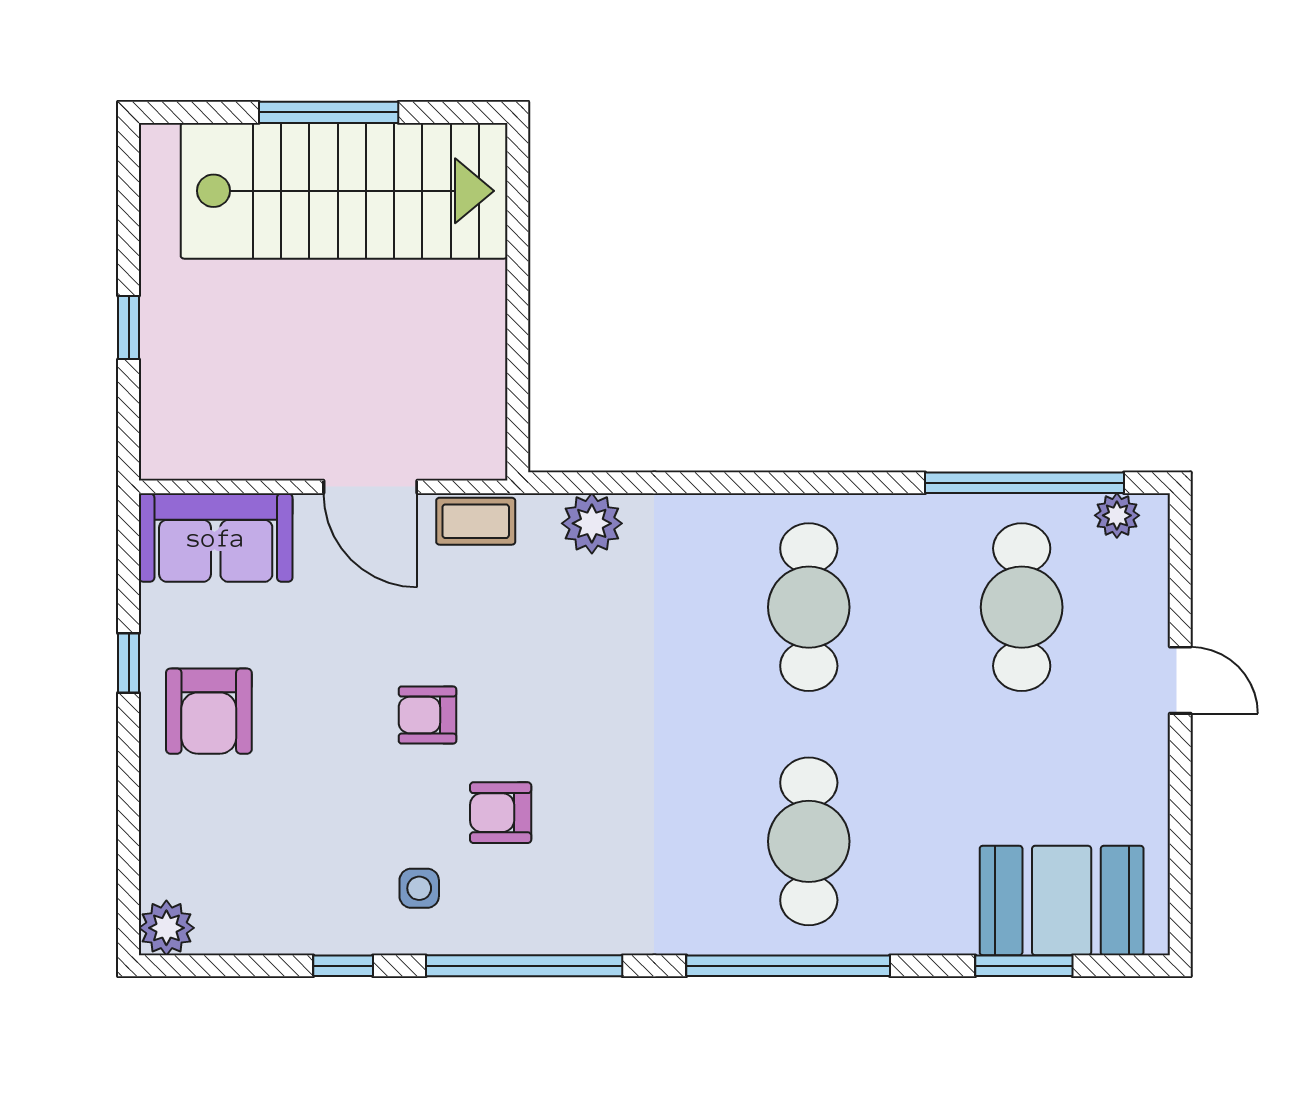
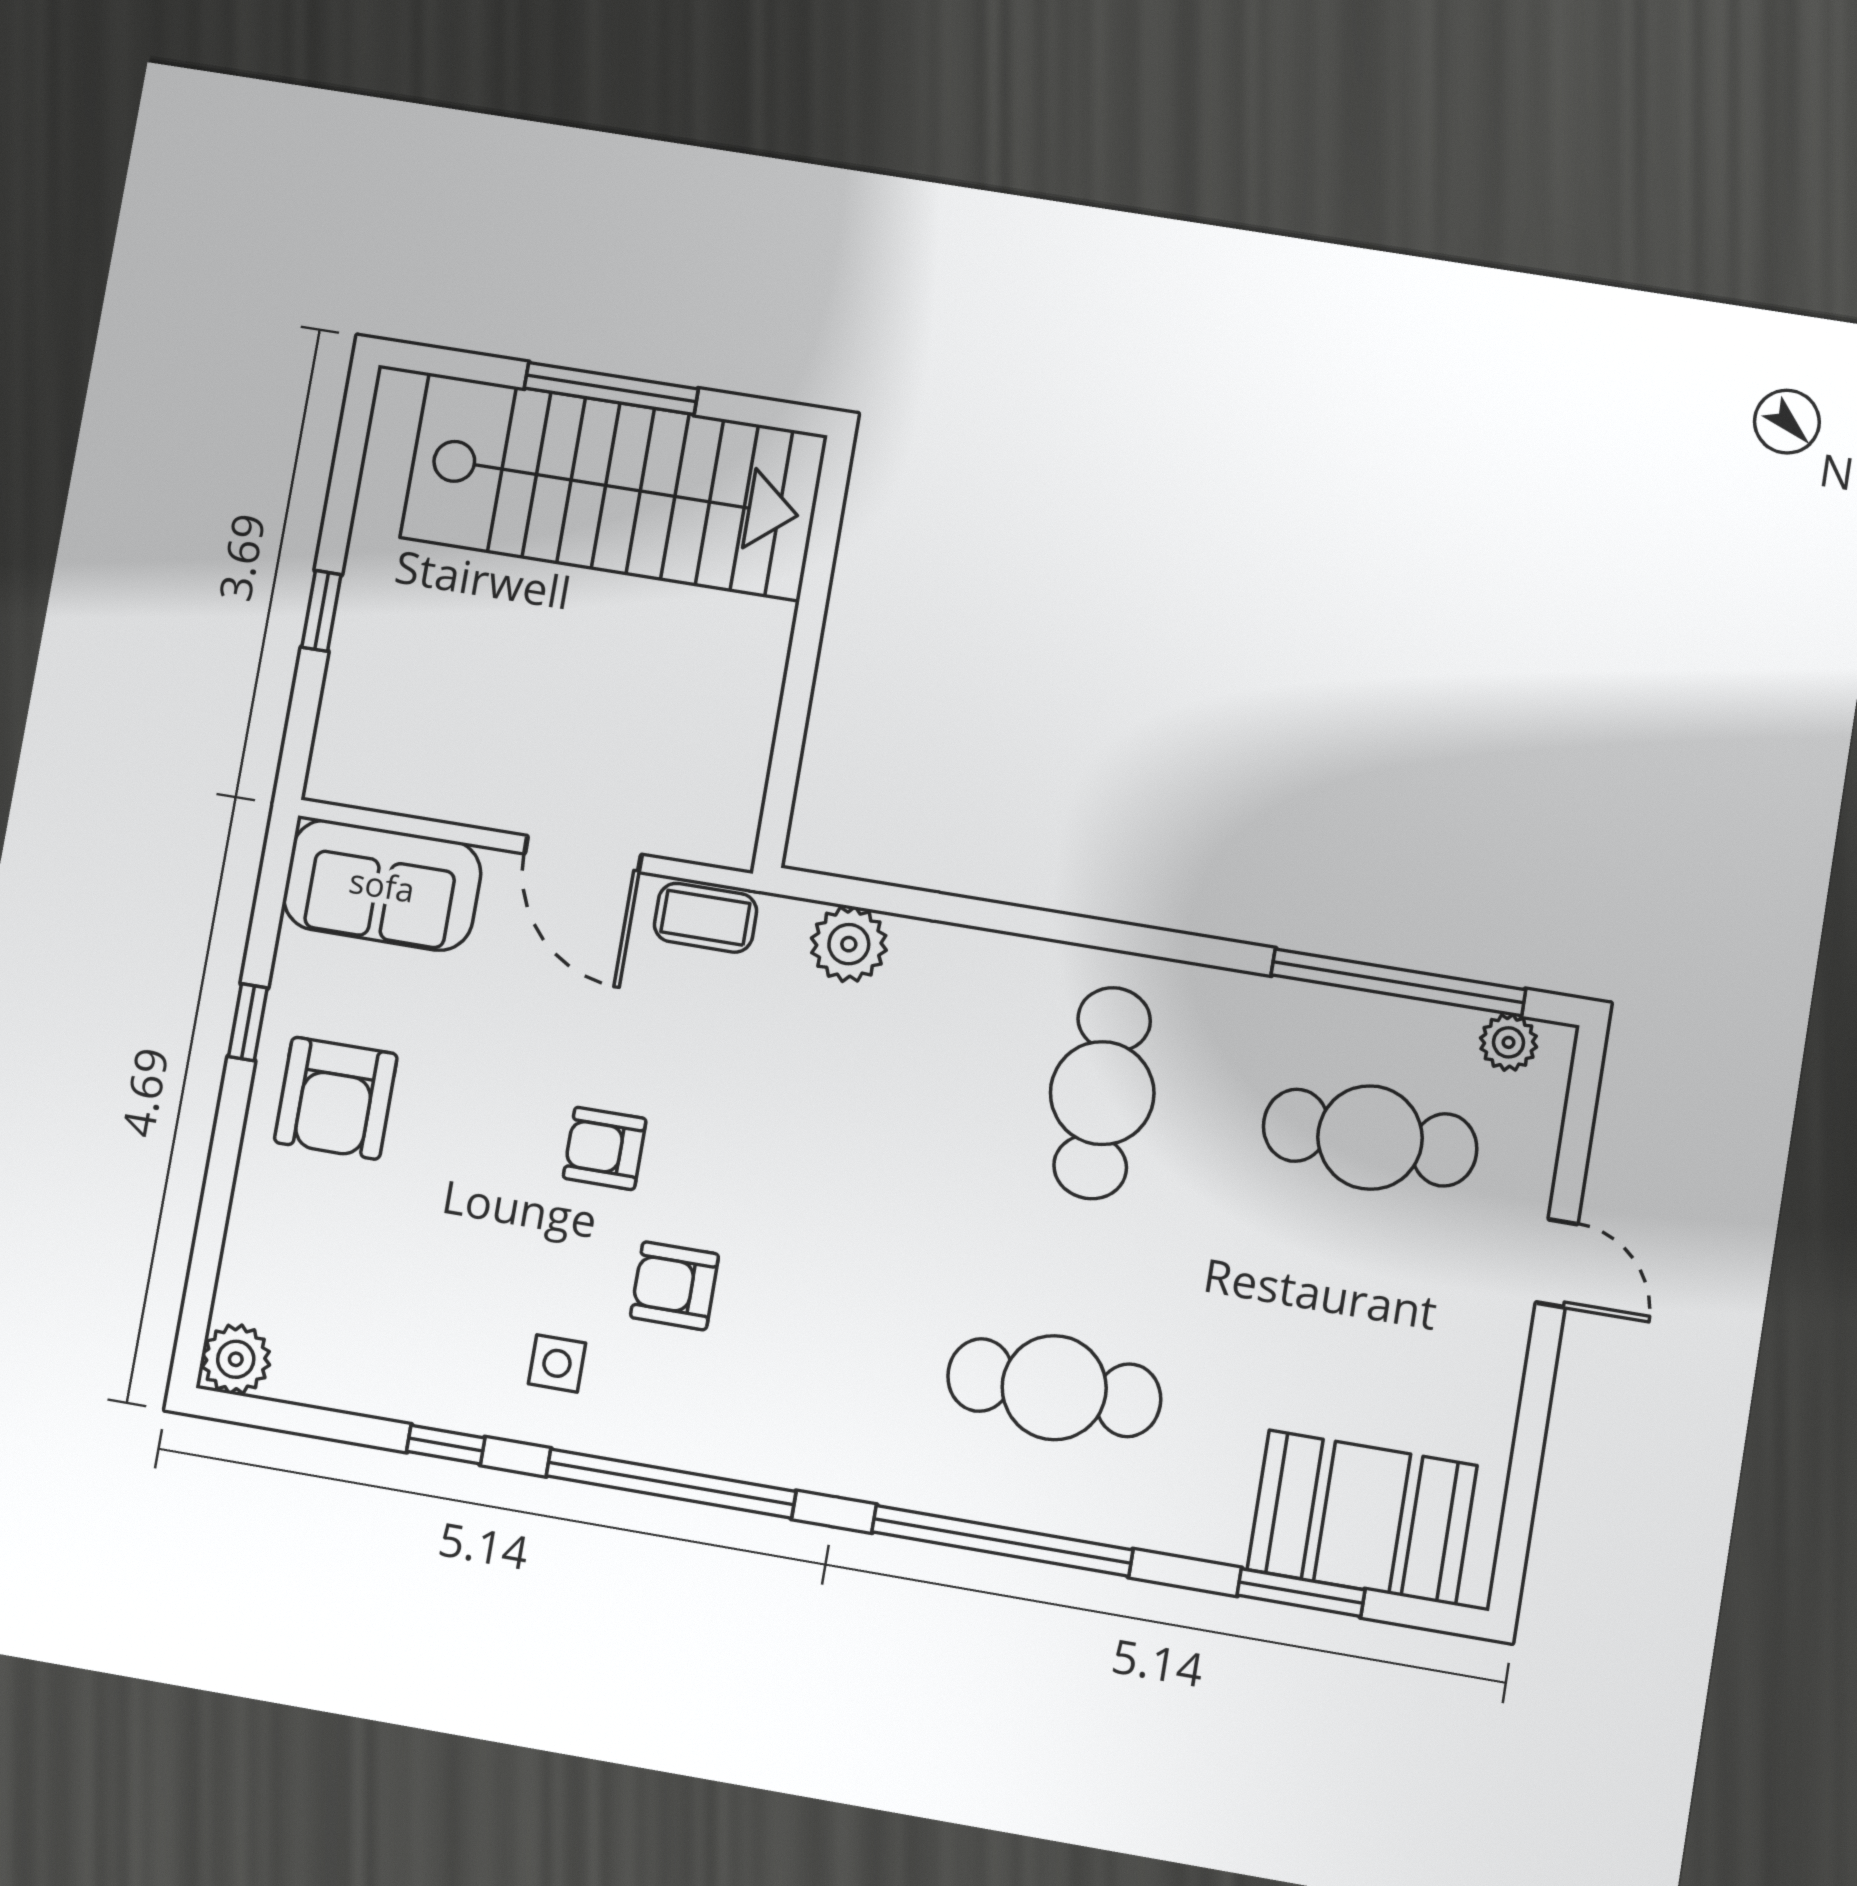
cafe table: (1022, 607) -> (1370, 1138), turned 90
cafe table: (809, 841) -> (1054, 1388), turned 90

